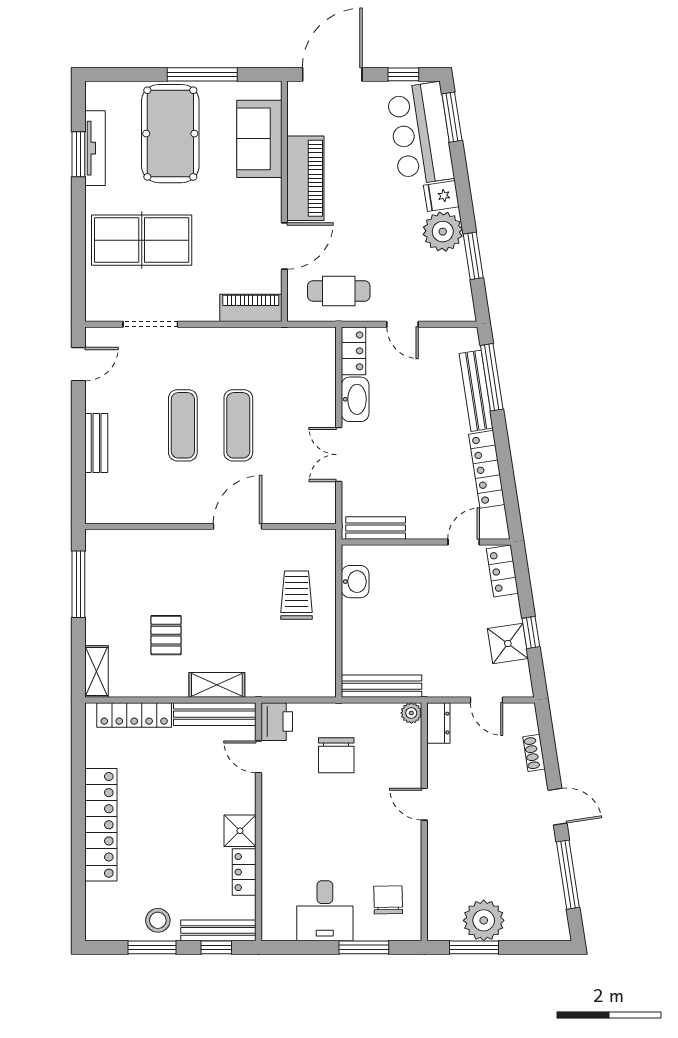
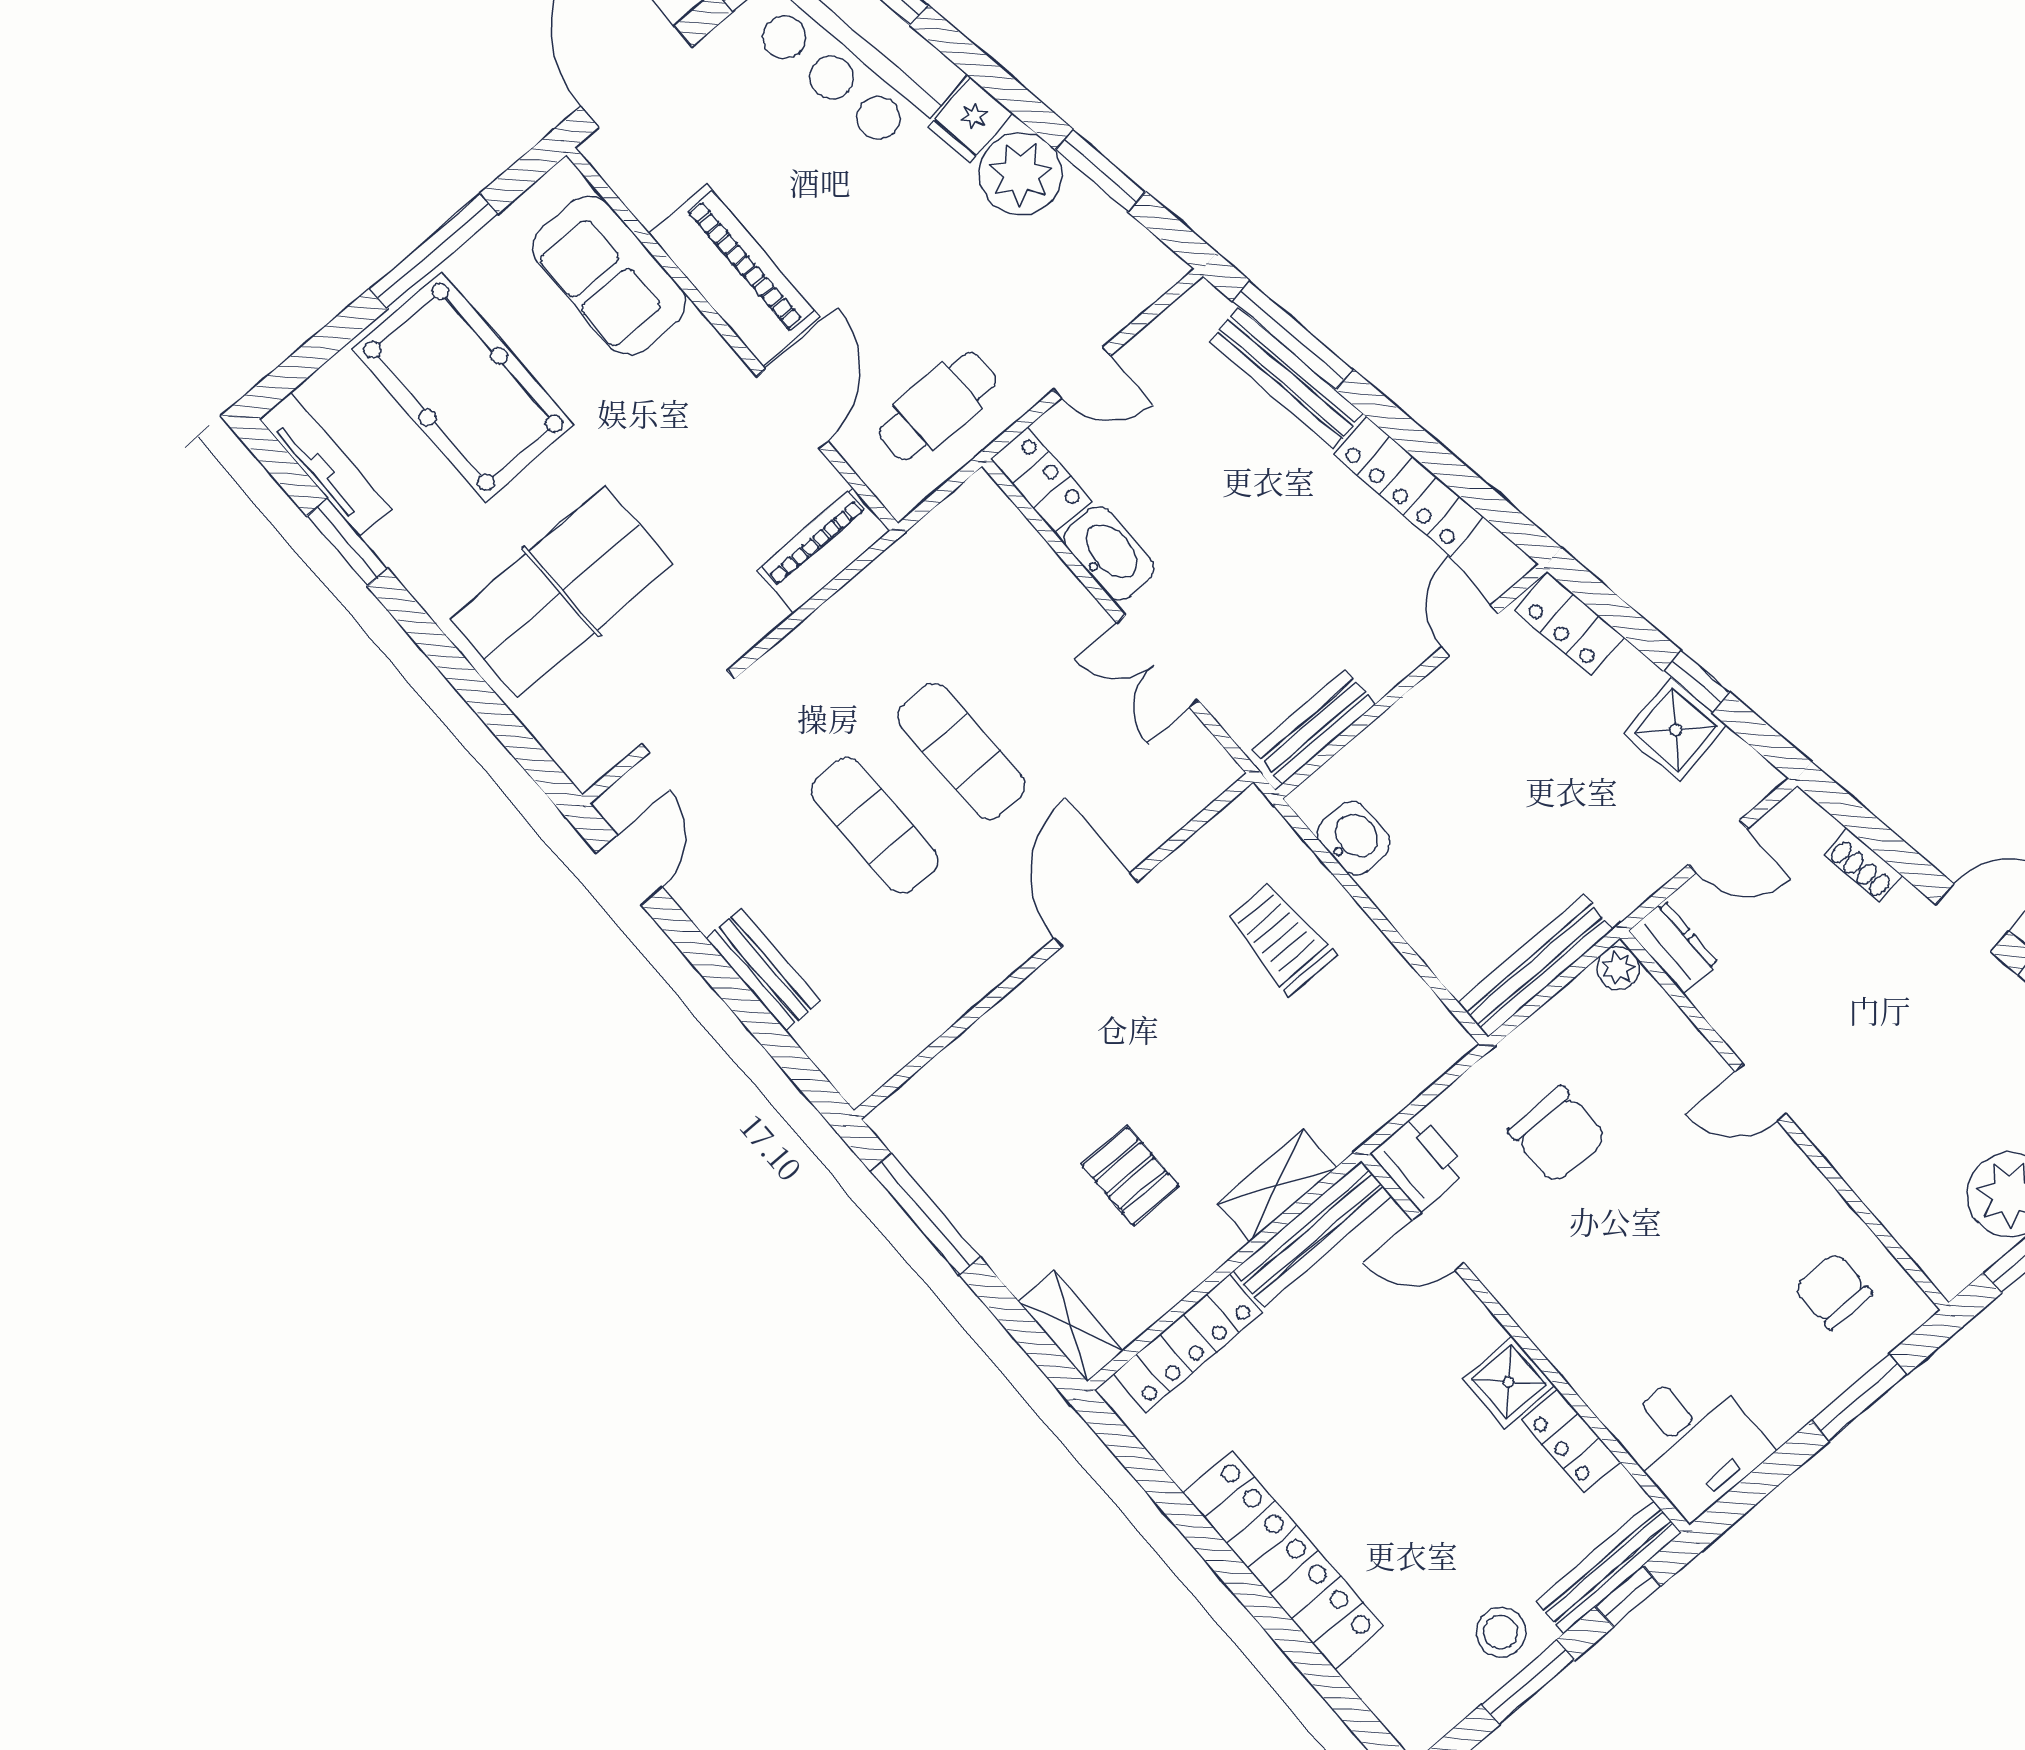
tv unit: (95, 148) -> (325, 464), moved
desk: (325, 911) -> (1693, 1441), moved

